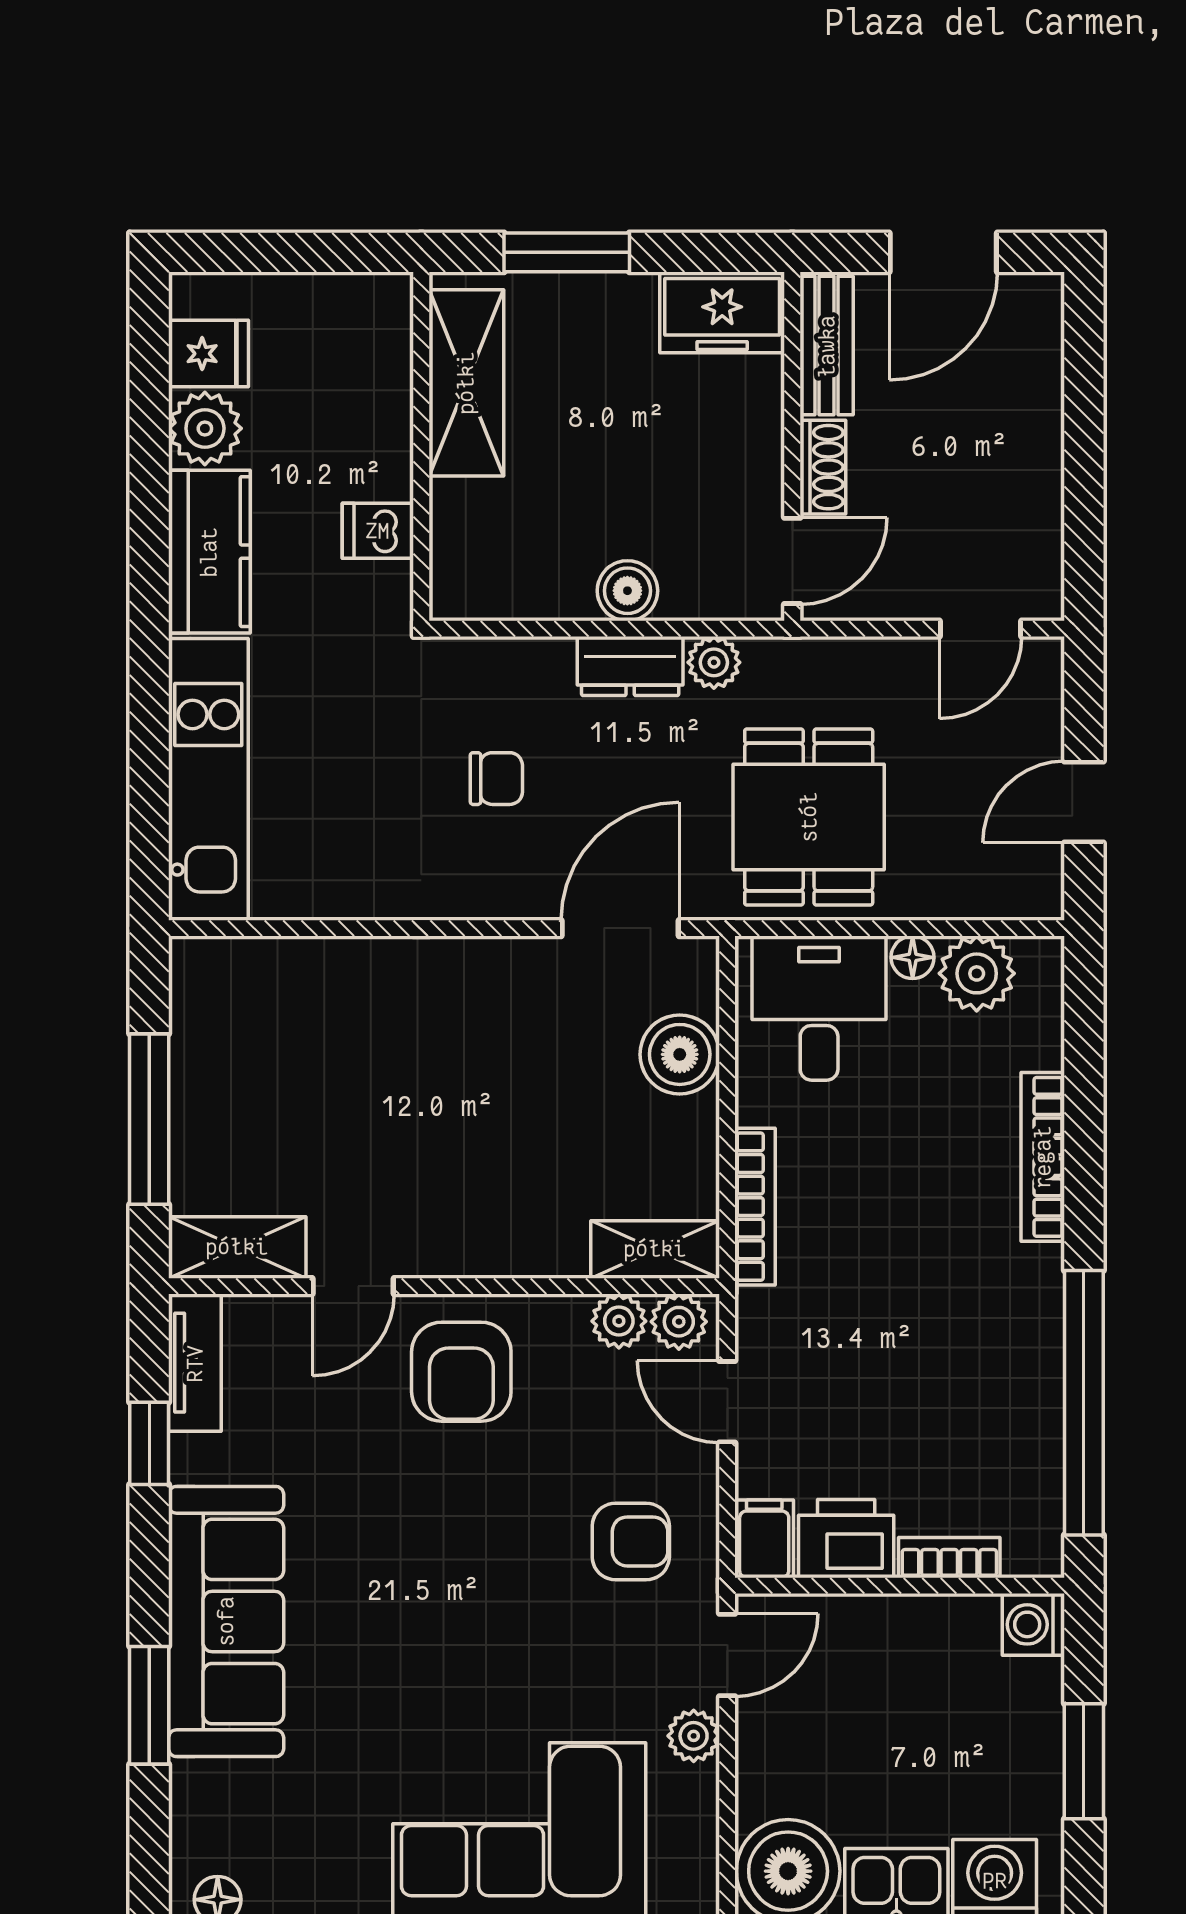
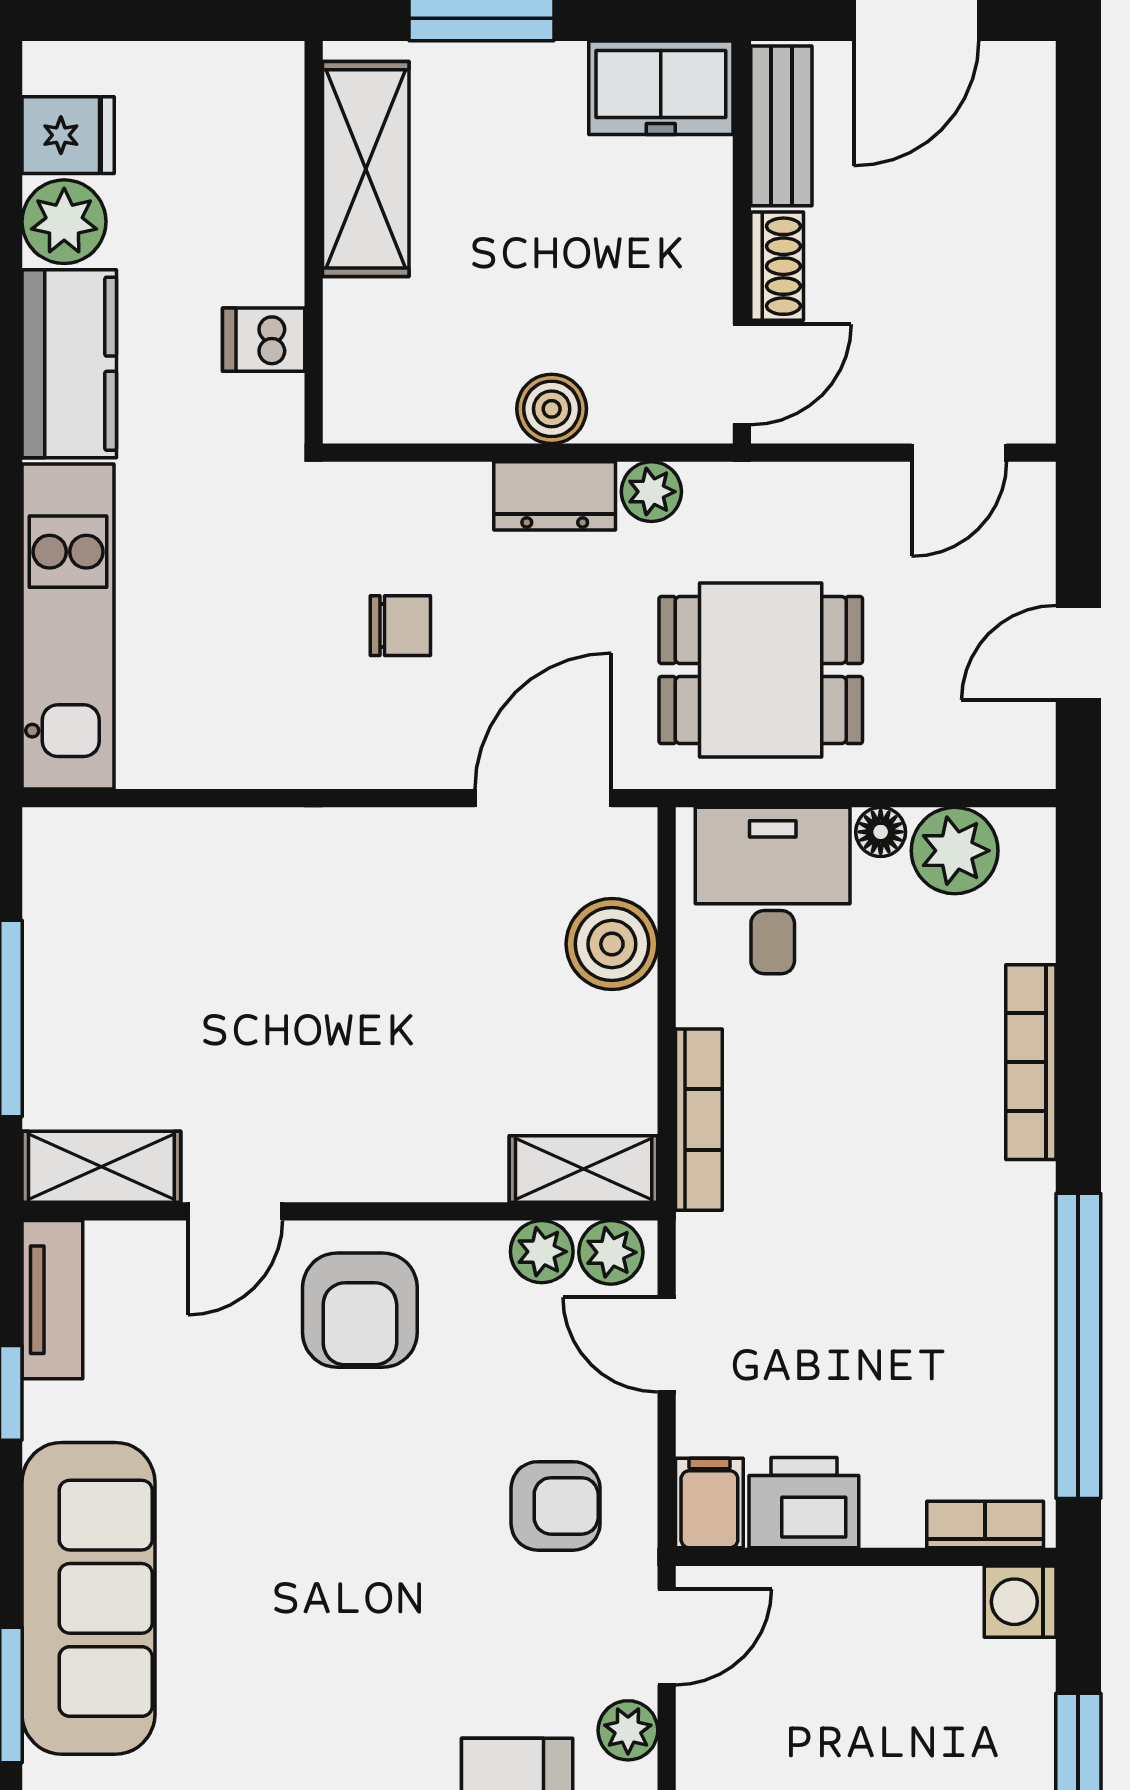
dining table: (809, 817) -> (761, 670), turned 90
bookcase: (949, 1558) -> (985, 1525), moved

